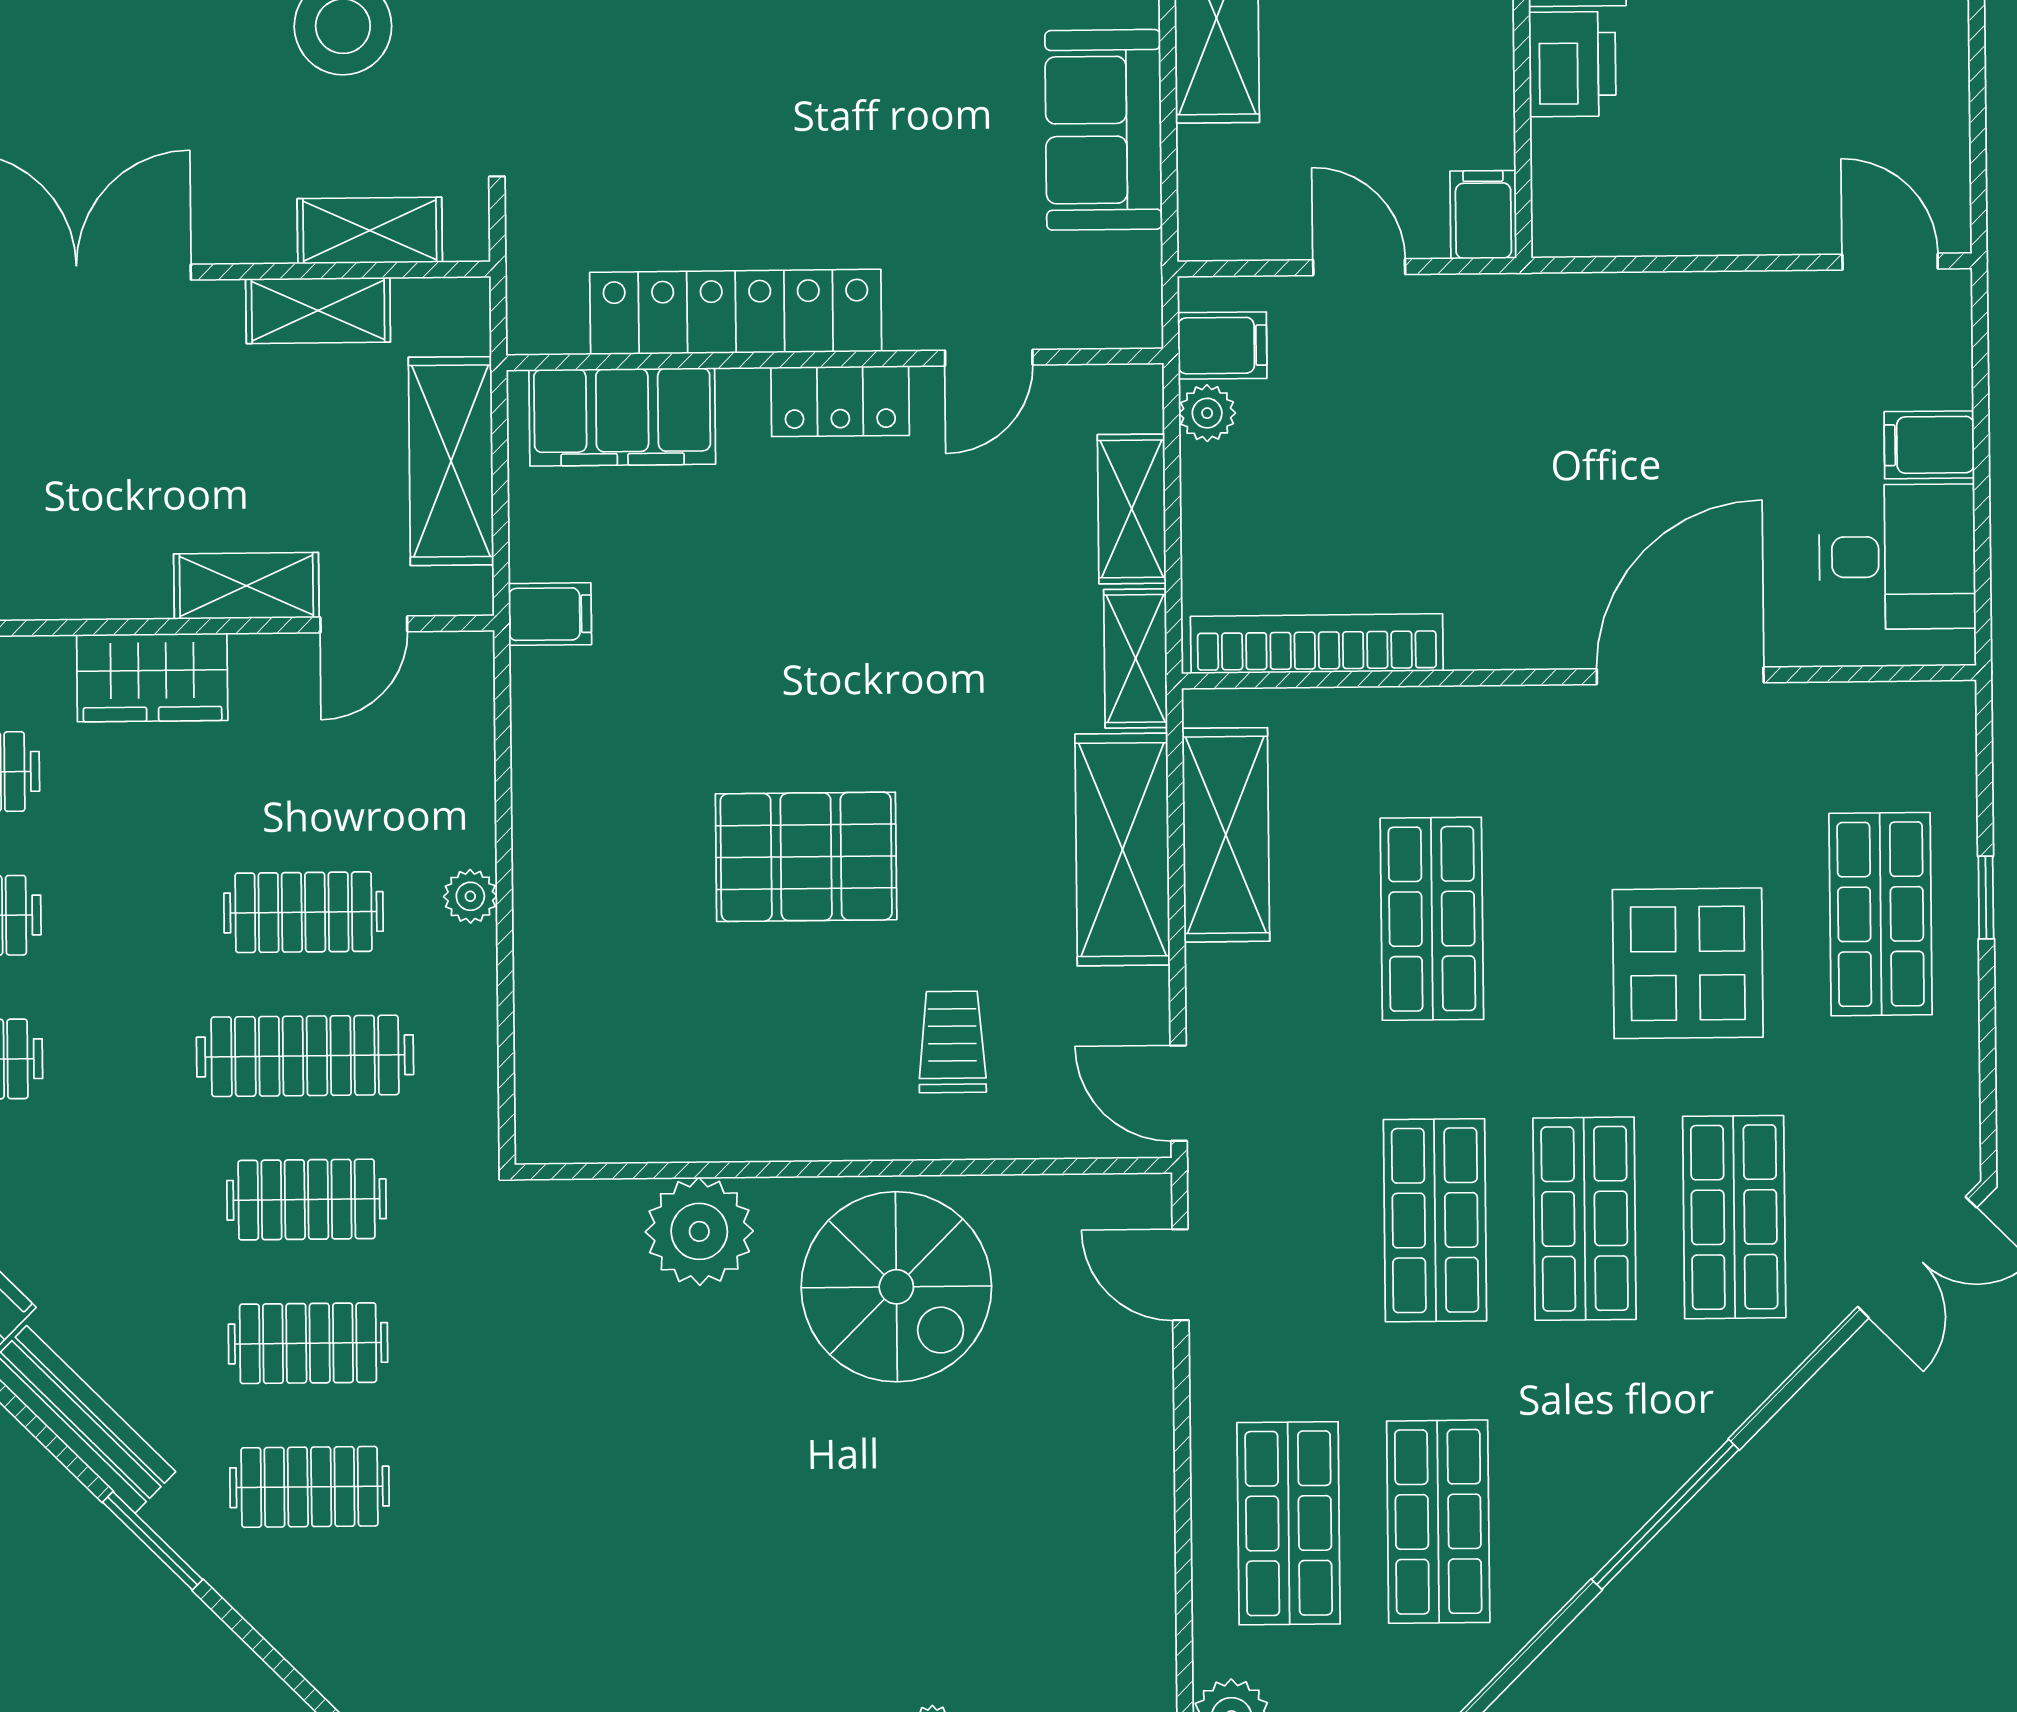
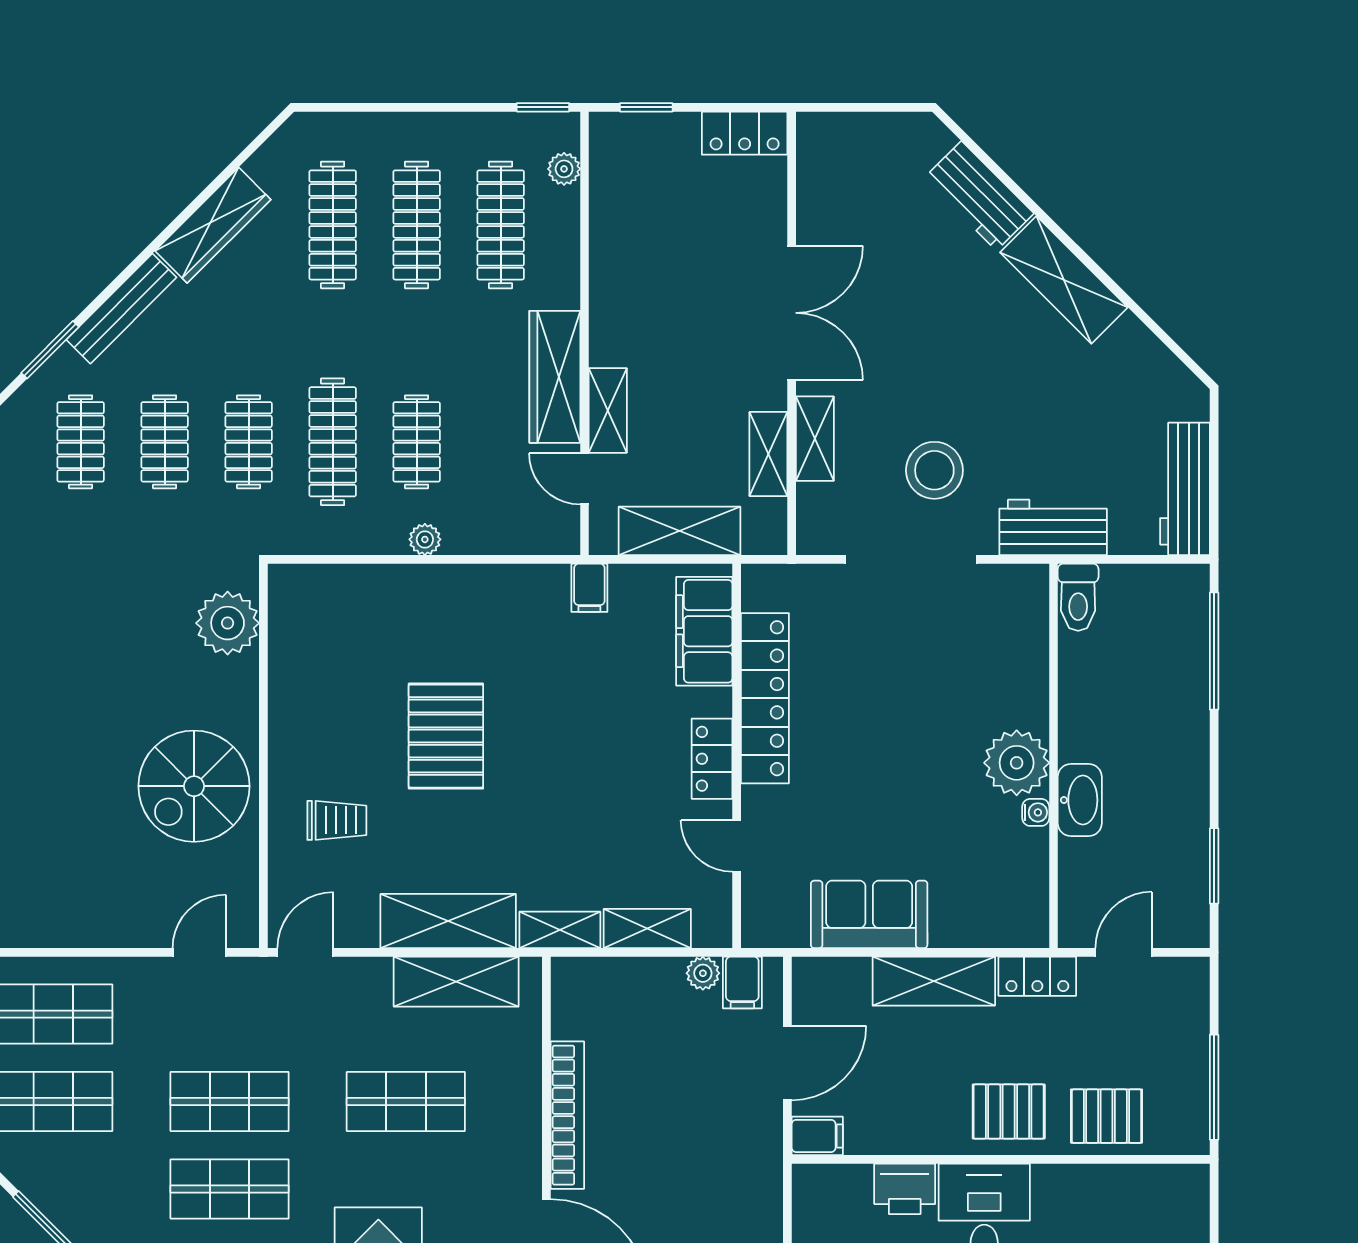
shelving: (370, 231) -> (815, 439), moved
door: (1359, 267) -> (787, 1063), width x1.38
bookcase: (1317, 644) -> (567, 1115), moved
wardrobe: (152, 677) -> (555, 377), width x1.50
plant: (699, 1231) -> (228, 623), moved

